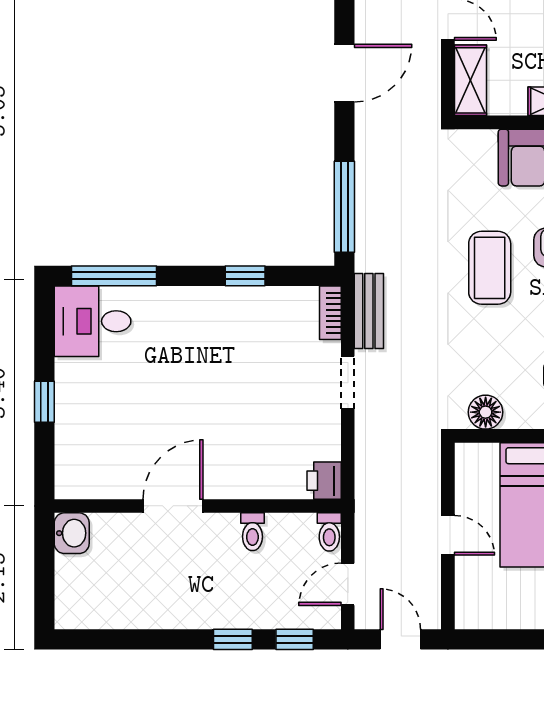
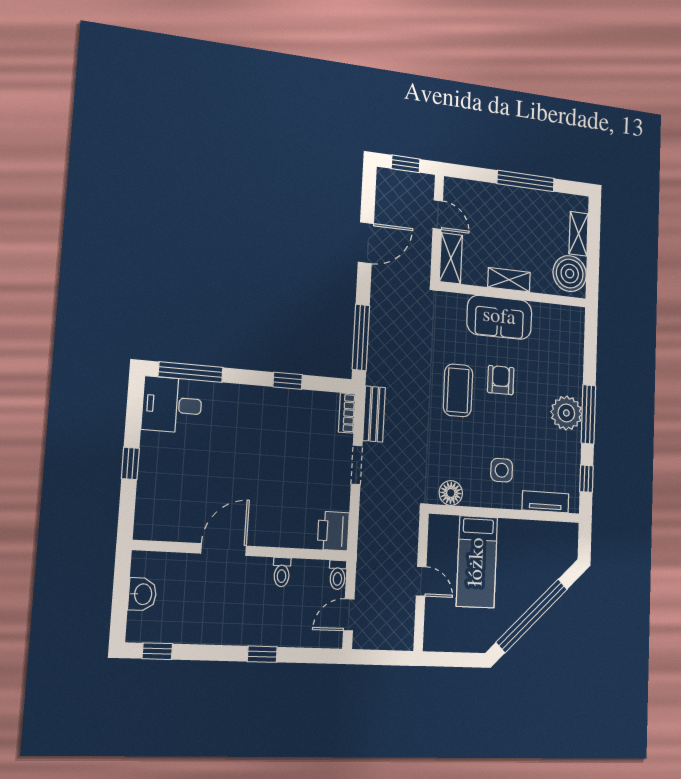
printer: (324, 481) -> (333, 531), width x1.36, depth x1.24
washbasin: (72, 533) -> (142, 594), moved
window: (295, 639) -> (157, 651), moved
door: (400, 639) -> (384, 658), removed

